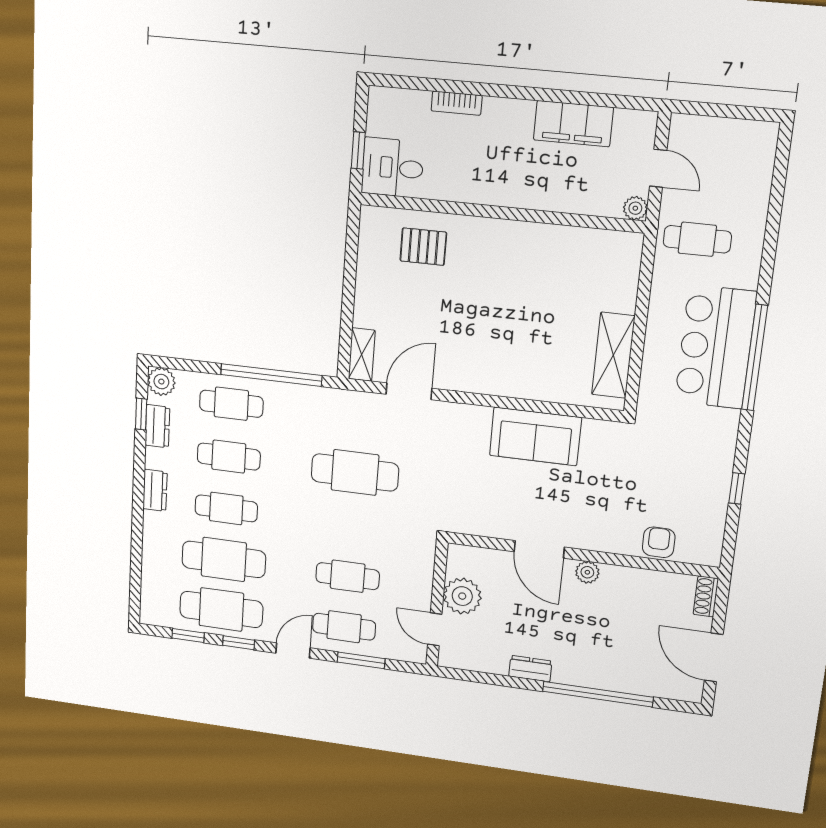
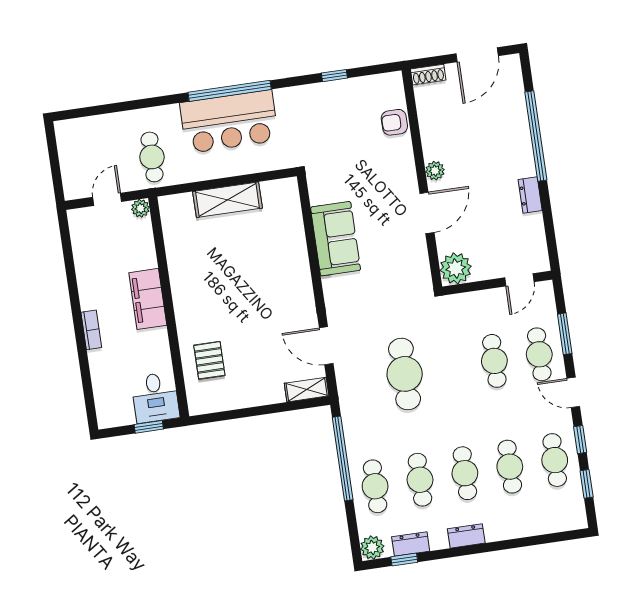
bookcase: (457, 103) -> (91, 330), moved
filing cabinet: (573, 124) -> (148, 299), moved, turned 180
shelving: (613, 355) -> (228, 200), moved
cafe table: (224, 559) -> (510, 467), width x0.73, depth x0.74
plant: (462, 596) -> (456, 268), moved
cafe table: (221, 609) -> (555, 460), width x0.73, depth x0.74

